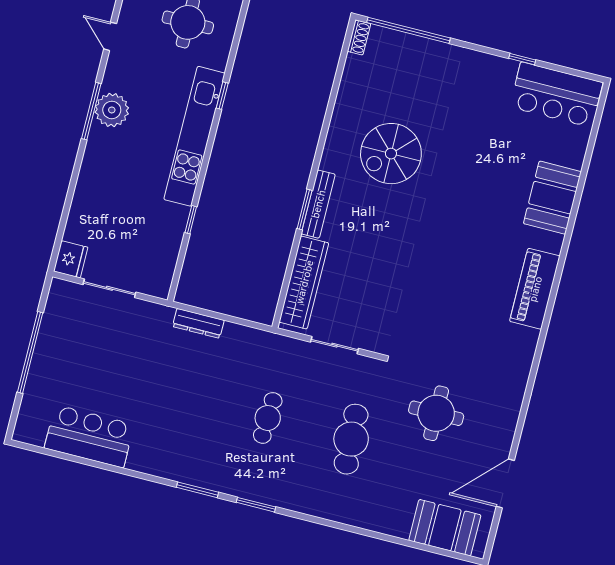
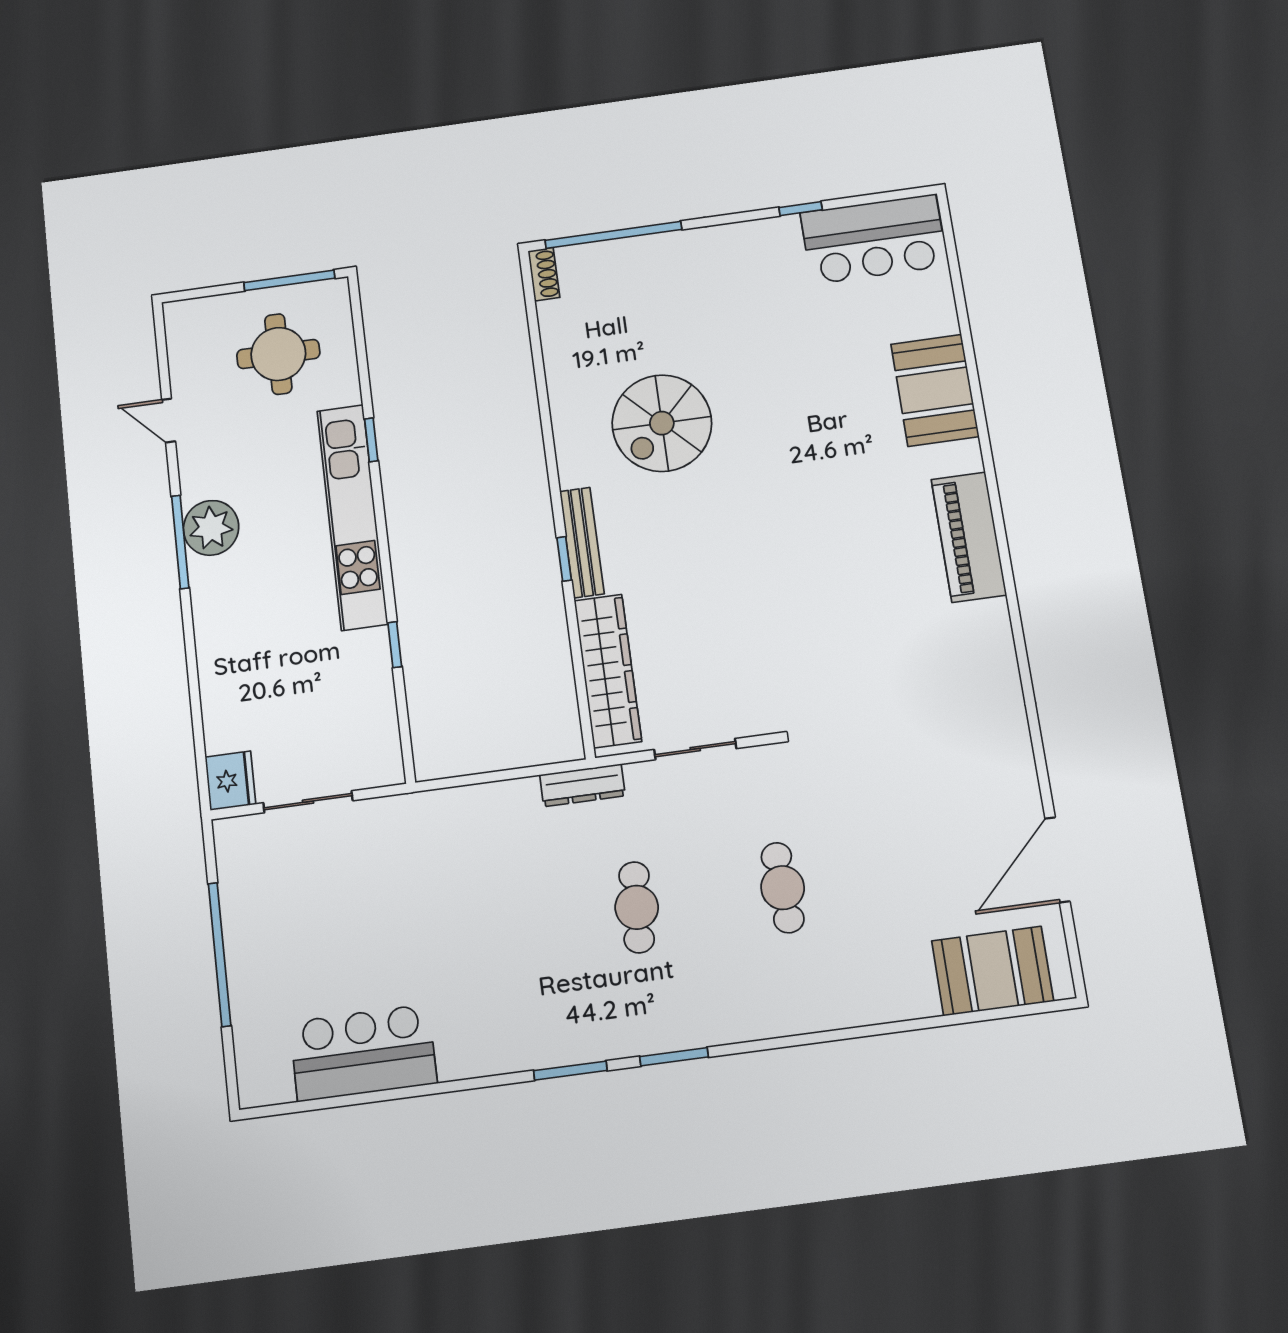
window: (305, 209) -> (564, 559), width x0.67
dresser: (198, 323) -> (582, 785), moved
round table: (436, 413) -> (899, 792), removed
cafe table: (351, 439) -> (783, 888), width x0.73, depth x0.74

